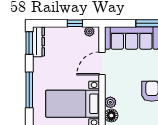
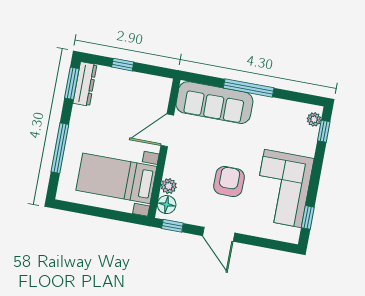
window: (75, 23) -> (123, 65), moved
plant: (89, 31) -> (158, 83), removed

